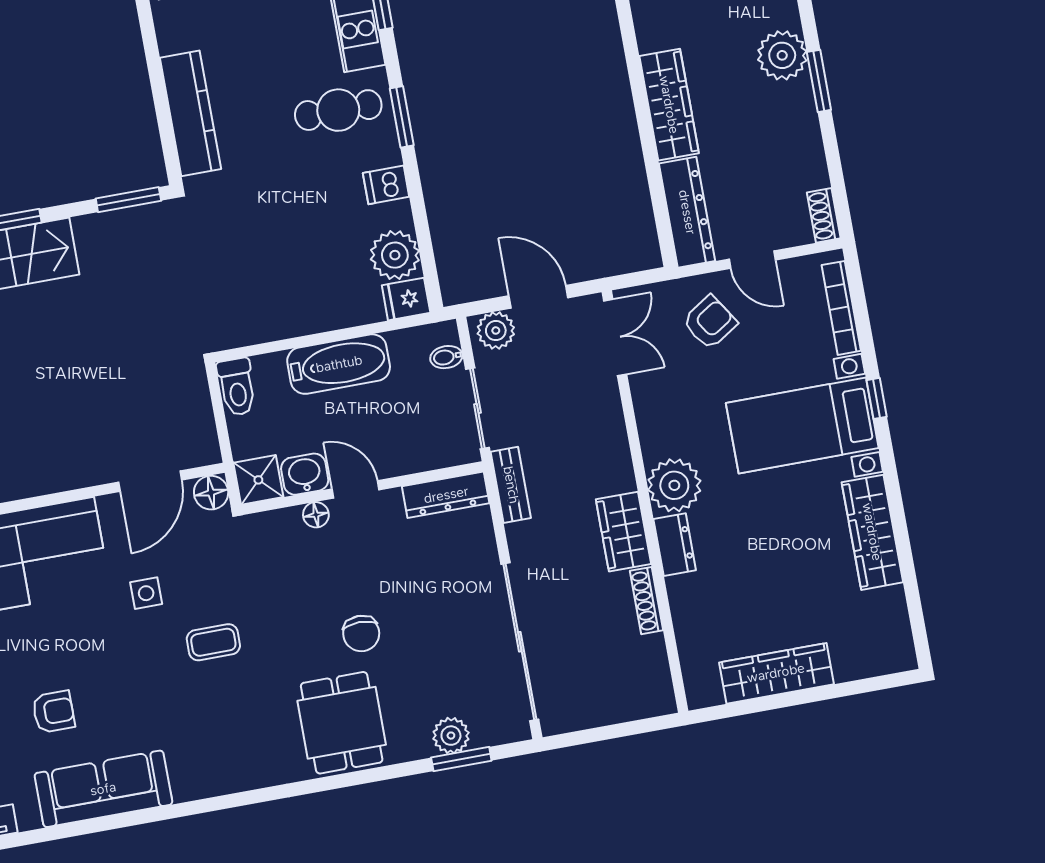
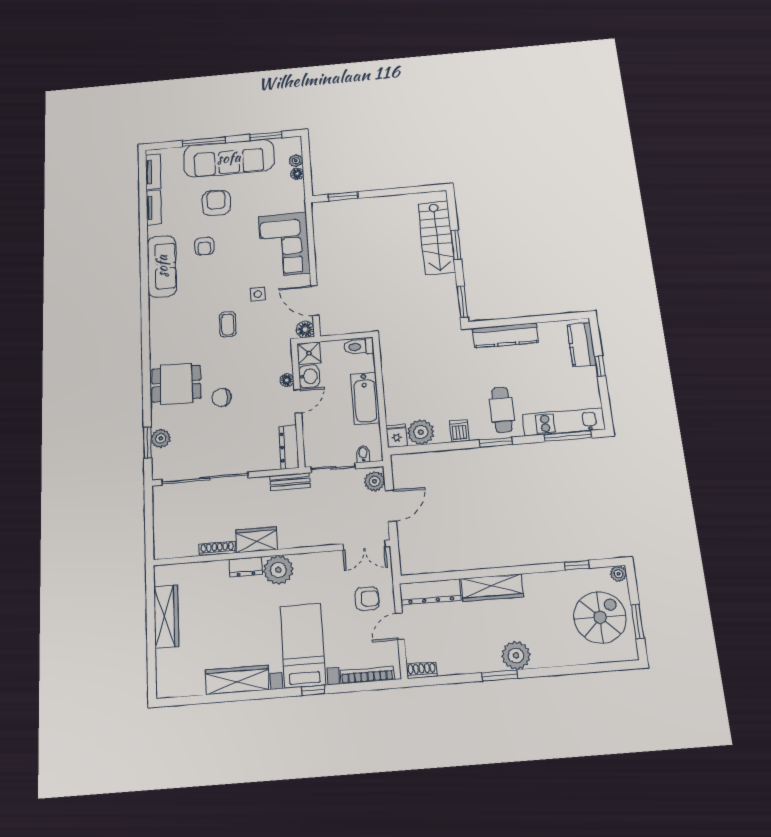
armchair: (710, 322) -> (367, 599), turned -57

